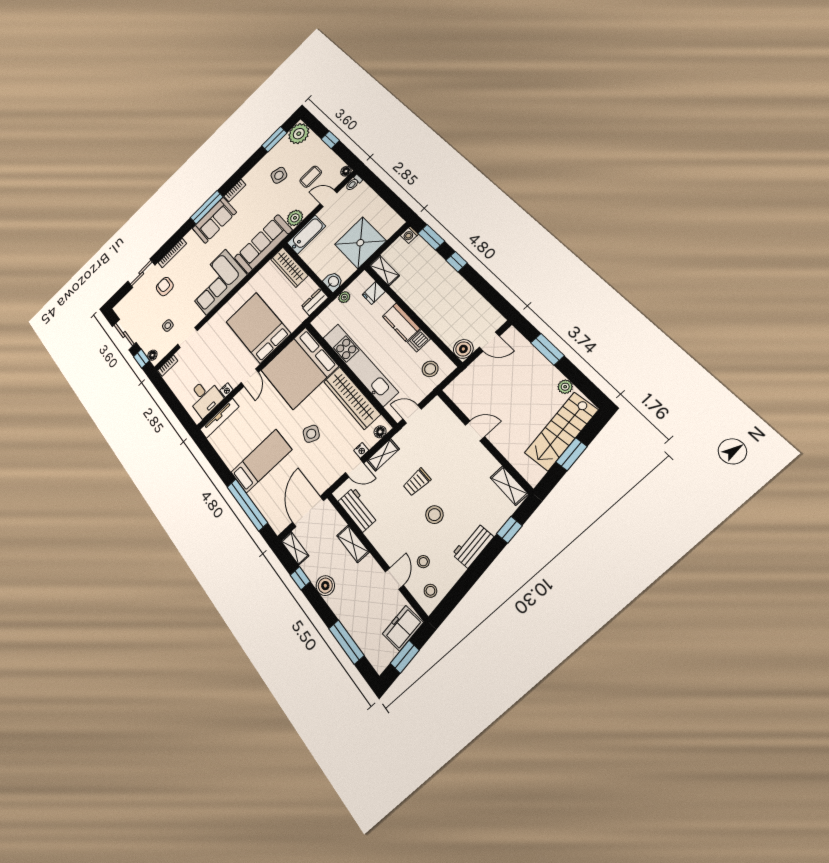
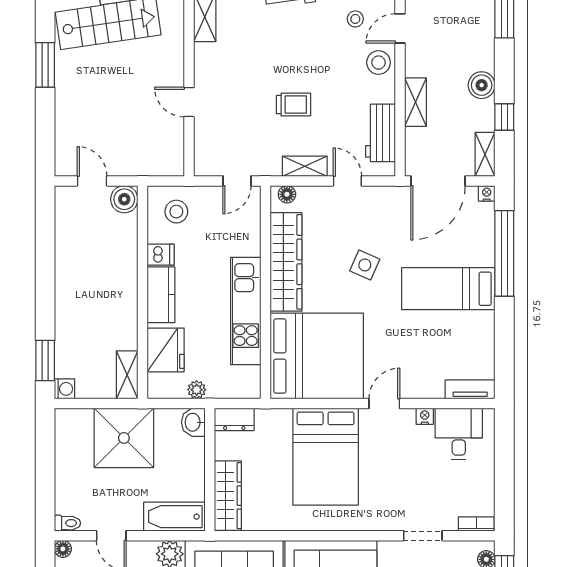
window: (457, 262) -> (45, 304), removed
fridge: (374, 293) -> (166, 350), width x1.88, depth x1.34
window: (547, 349) -> (45, 65), moved
kitchen unit: (360, 364) -> (246, 311), width x0.73
plant: (565, 387) -> (64, 63), removed
door: (412, 414) -> (237, 181), hinge flipped
tv unit: (219, 418) -> (470, 389), width x0.71
nightstand: (361, 450) -> (487, 193), moved
stool: (434, 515) -> (379, 63), moved

